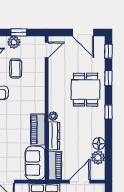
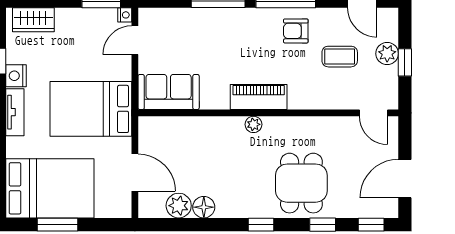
dining table: (85, 90) -> (301, 183), turned 90
piano: (38, 130) -> (259, 97), moved
dresser: (54, 136) -> (218, 126), removed
piano: (55, 166) -> (164, 128), removed

